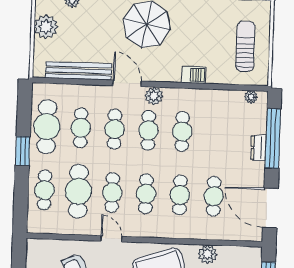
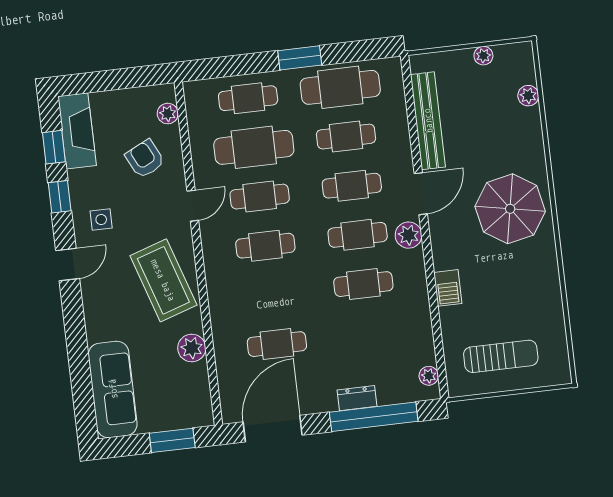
plant: (46, 27) -> (483, 56), width x0.53, depth x0.53
cafe table: (180, 195) -> (271, 295), removed
plant: (46, 246) -> (168, 114), added

